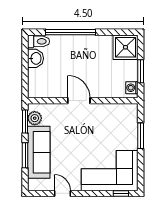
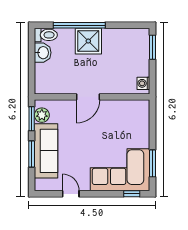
shower: (125, 47) -> (88, 41), moved
window: (141, 71) -> (152, 47), moved
door: (79, 101) -> (88, 97), swing flipped
window: (141, 136) -> (152, 163), moved

